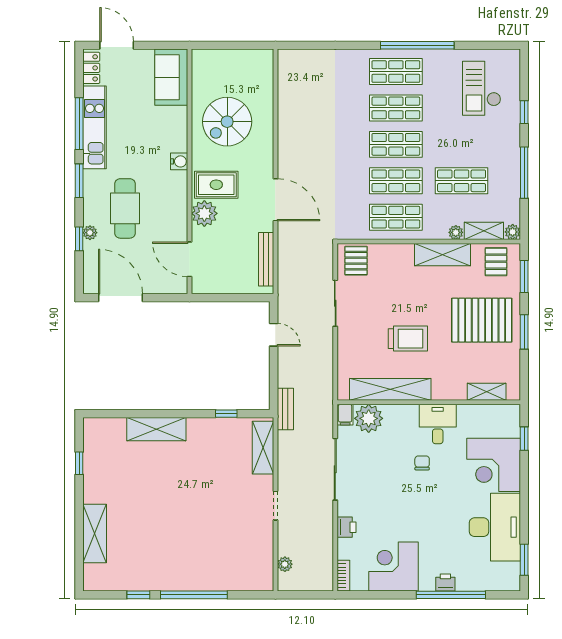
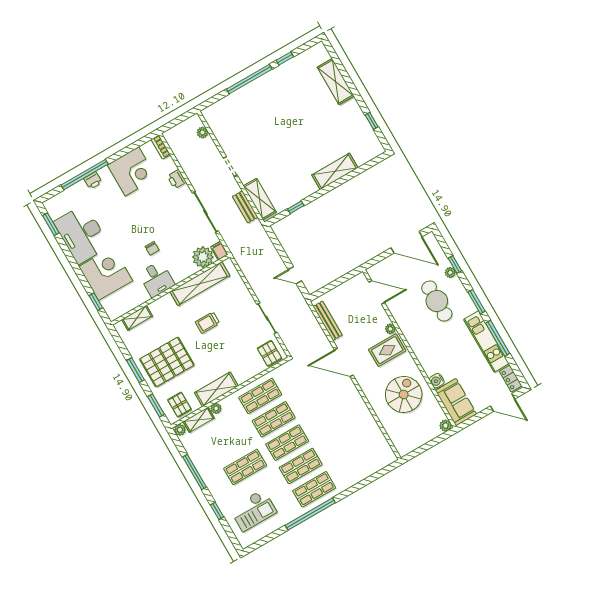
plant: (199, 57) -> (446, 426), added
checkout: (482, 88) -> (253, 510), turned 90
water cooler: (179, 161) -> (437, 381), moved
shop shelf: (462, 181) -> (245, 467), moved
plant: (204, 213) -> (390, 329), width x0.53, depth x0.53
trolley: (408, 339) -> (207, 323), width x0.73, depth x0.72
bench: (285, 409) -> (245, 207), moved

